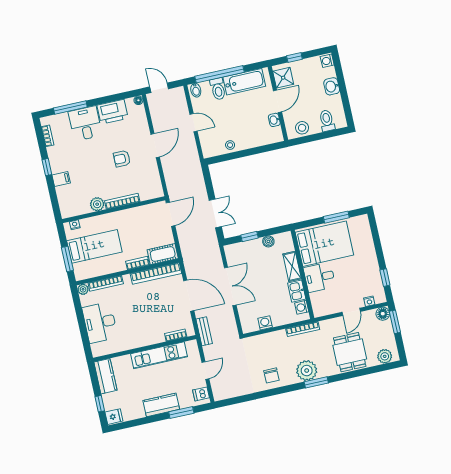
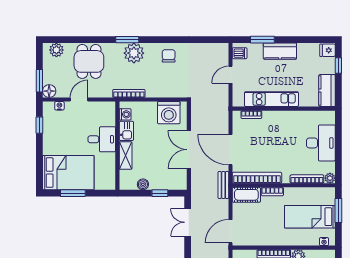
bed: (324, 244) -> (68, 173), moved, turned 180
washing machine: (265, 323) -> (169, 113), width x1.89, depth x1.89
bench: (204, 331) -> (223, 185), moved

